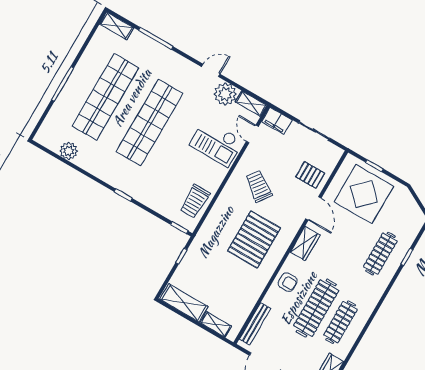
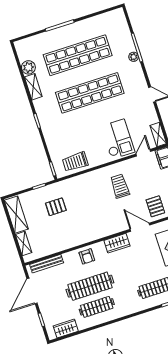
shelving: (117, 26) -> (33, 87), moved
plant: (225, 94) -> (134, 57), moved, width x0.53, depth x0.53
checkout: (216, 143) -> (118, 139), turned 180
trolley: (259, 186) -> (120, 186), turned -36
door: (313, 208) -> (140, 227), swing flipped
pallet: (254, 239) -> (56, 207), moved, width x0.49, depth x0.50

